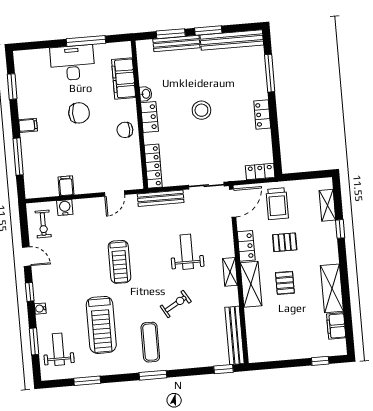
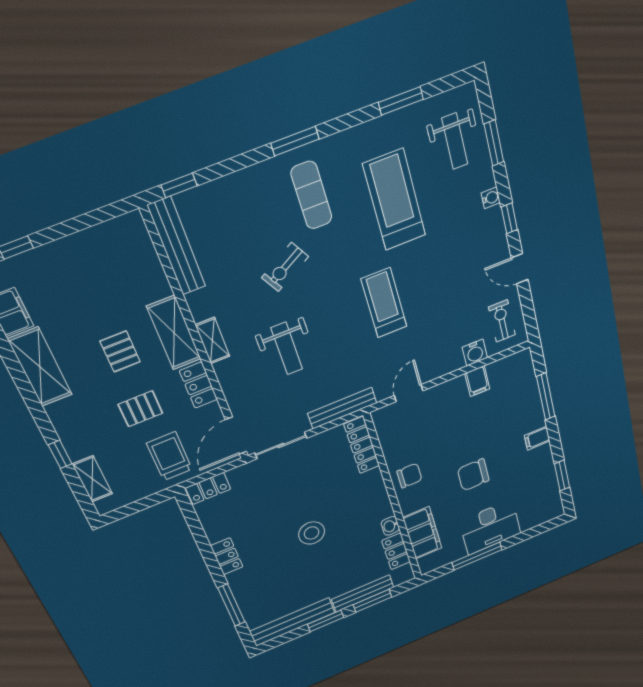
locker: (149, 117) -> (396, 551), moved

